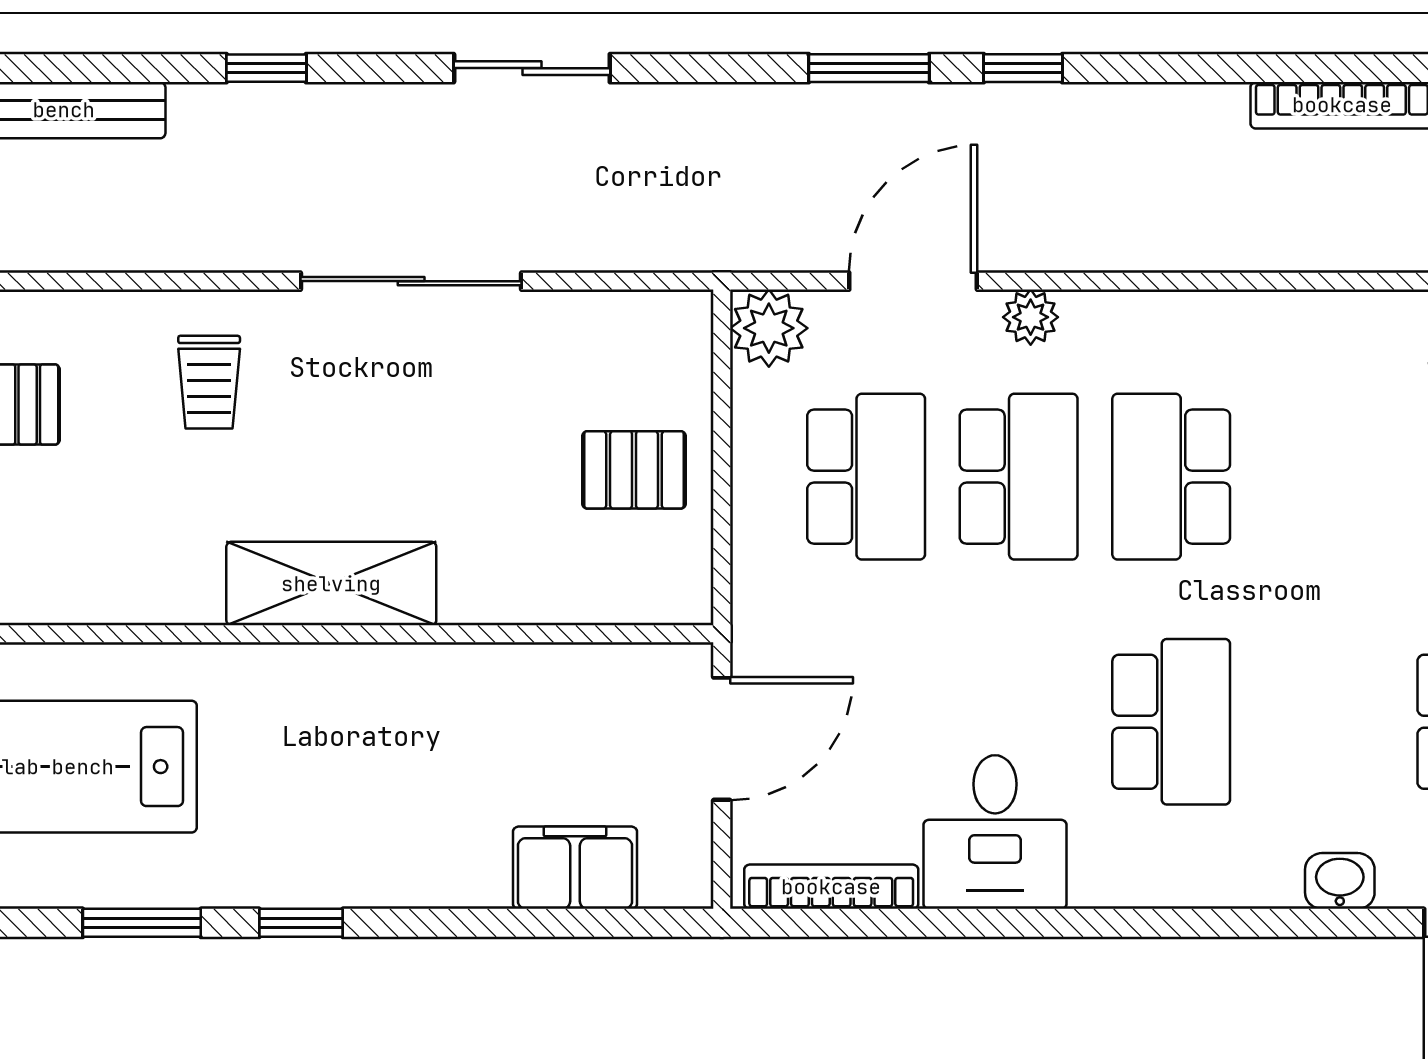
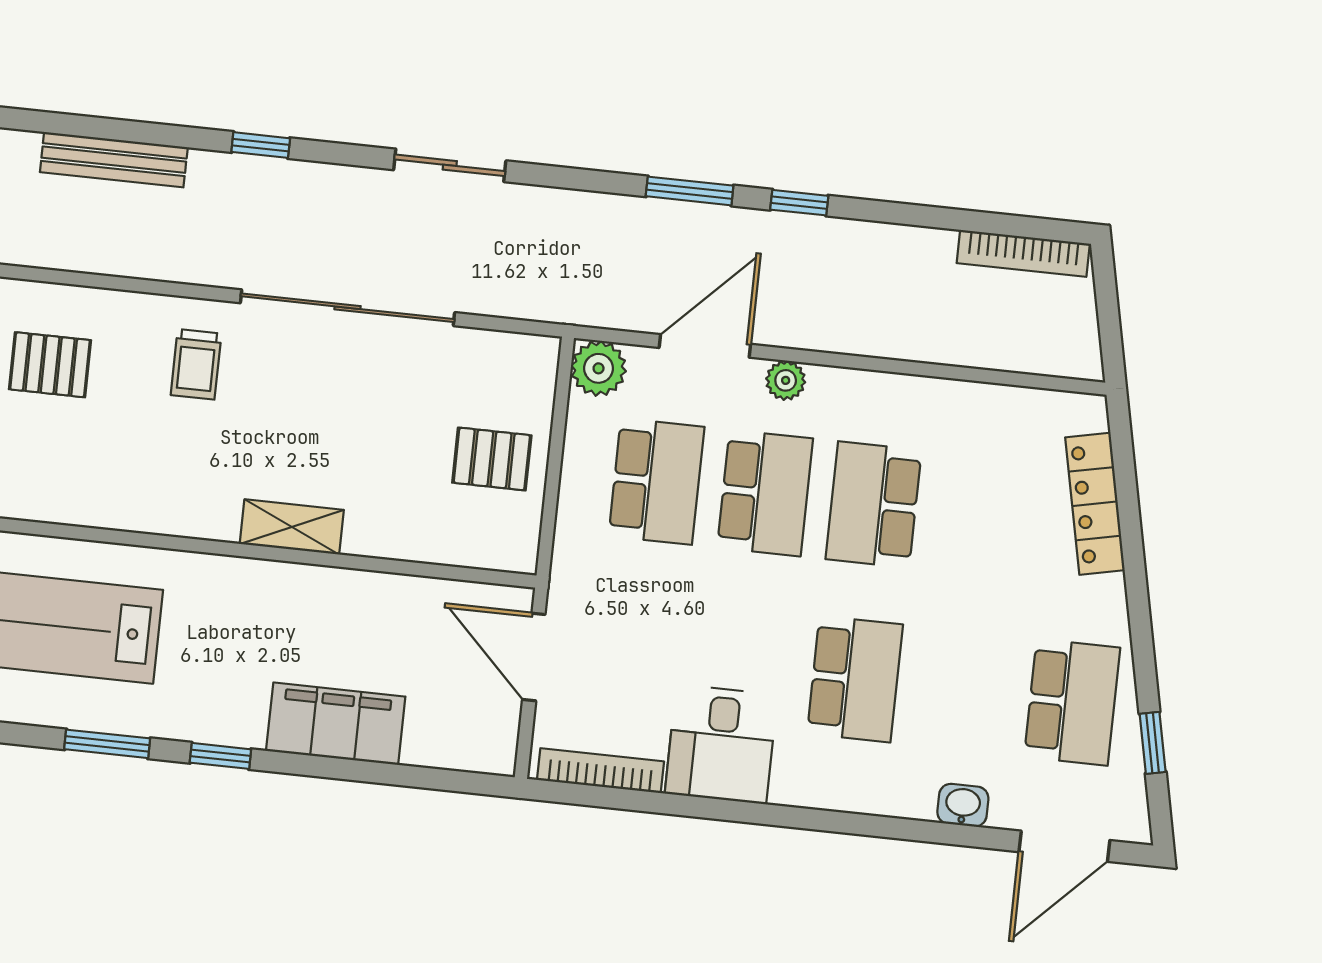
sliding door: (411, 281) -> (348, 308), width x1.36
shelving: (331, 584) -> (292, 527), width x0.67, depth x0.75
door: (722, 739) -> (534, 657), swing flipped
filing cabinet: (575, 868) -> (336, 724), moved, width x1.50, depth x1.17

